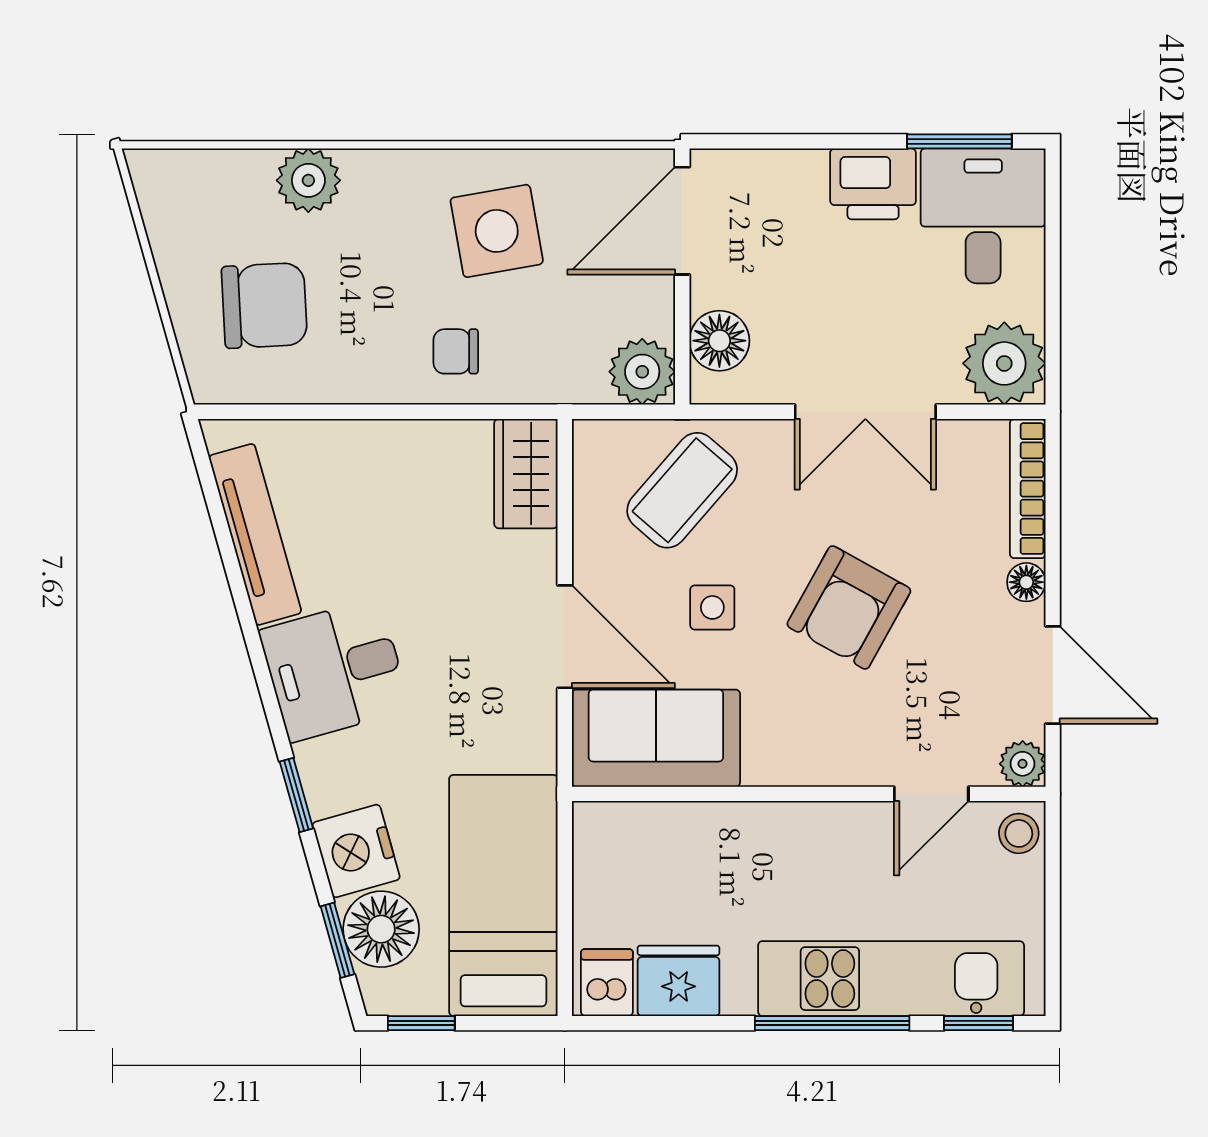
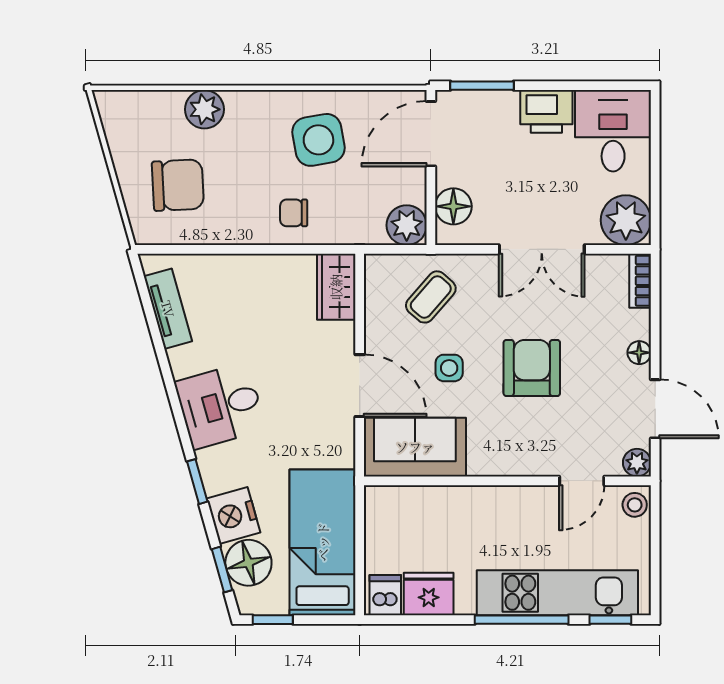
window: (959, 141) -> (482, 86), moved
bookcase: (1028, 489) -> (640, 281), width x0.64
coffee table: (682, 490) -> (431, 297), width x0.73, depth x0.77
tv unit: (255, 534) -> (168, 309), width x0.71
armchair: (849, 607) -> (532, 368), turned 151

